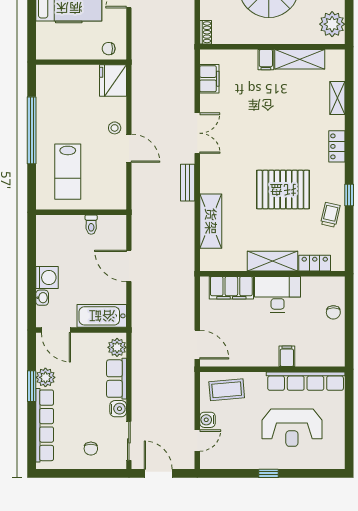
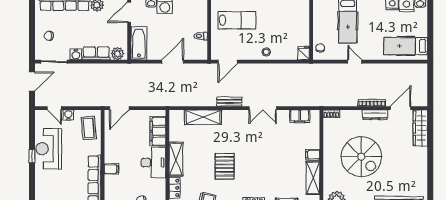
fridge: (113, 80) -> (304, 53), width x0.53, depth x0.75
door: (129, 148) -> (228, 62), moved
lab bench: (68, 172) -> (237, 20), turned 180
pallet: (283, 190) -> (225, 166), width x0.73, depth x0.71
reception desk: (292, 428) -> (49, 149), moved

